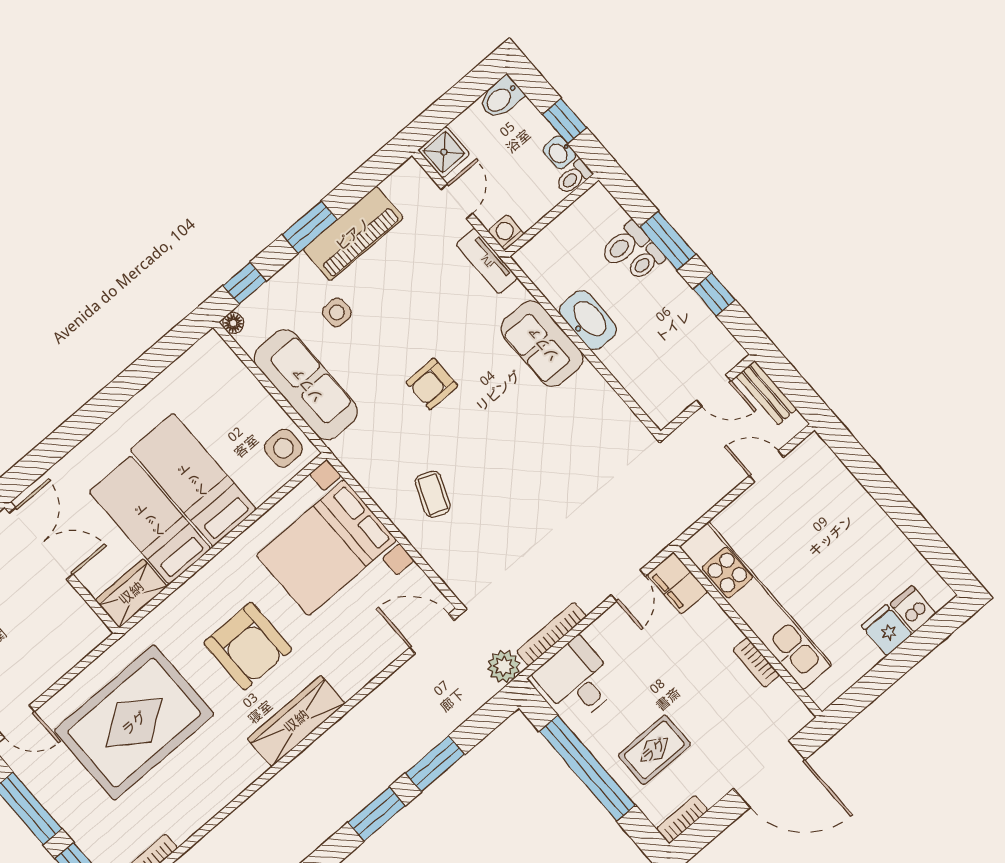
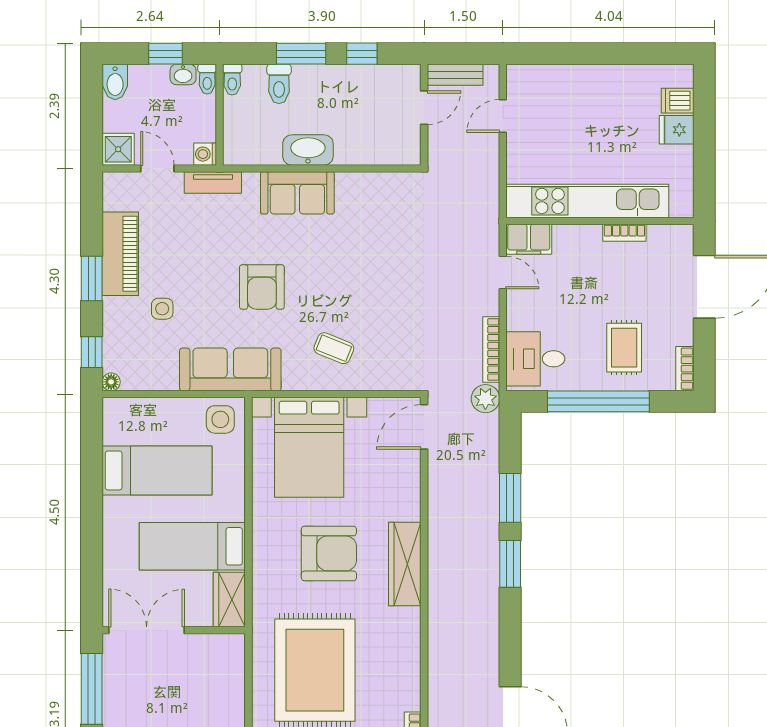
toilet: (646, 262) -> (232, 80), moved
armchair: (432, 384) -> (262, 287), width x1.38, depth x1.38
sofa: (306, 385) -> (230, 369), moved
bed: (193, 480) -> (157, 470), moved, turned 180

